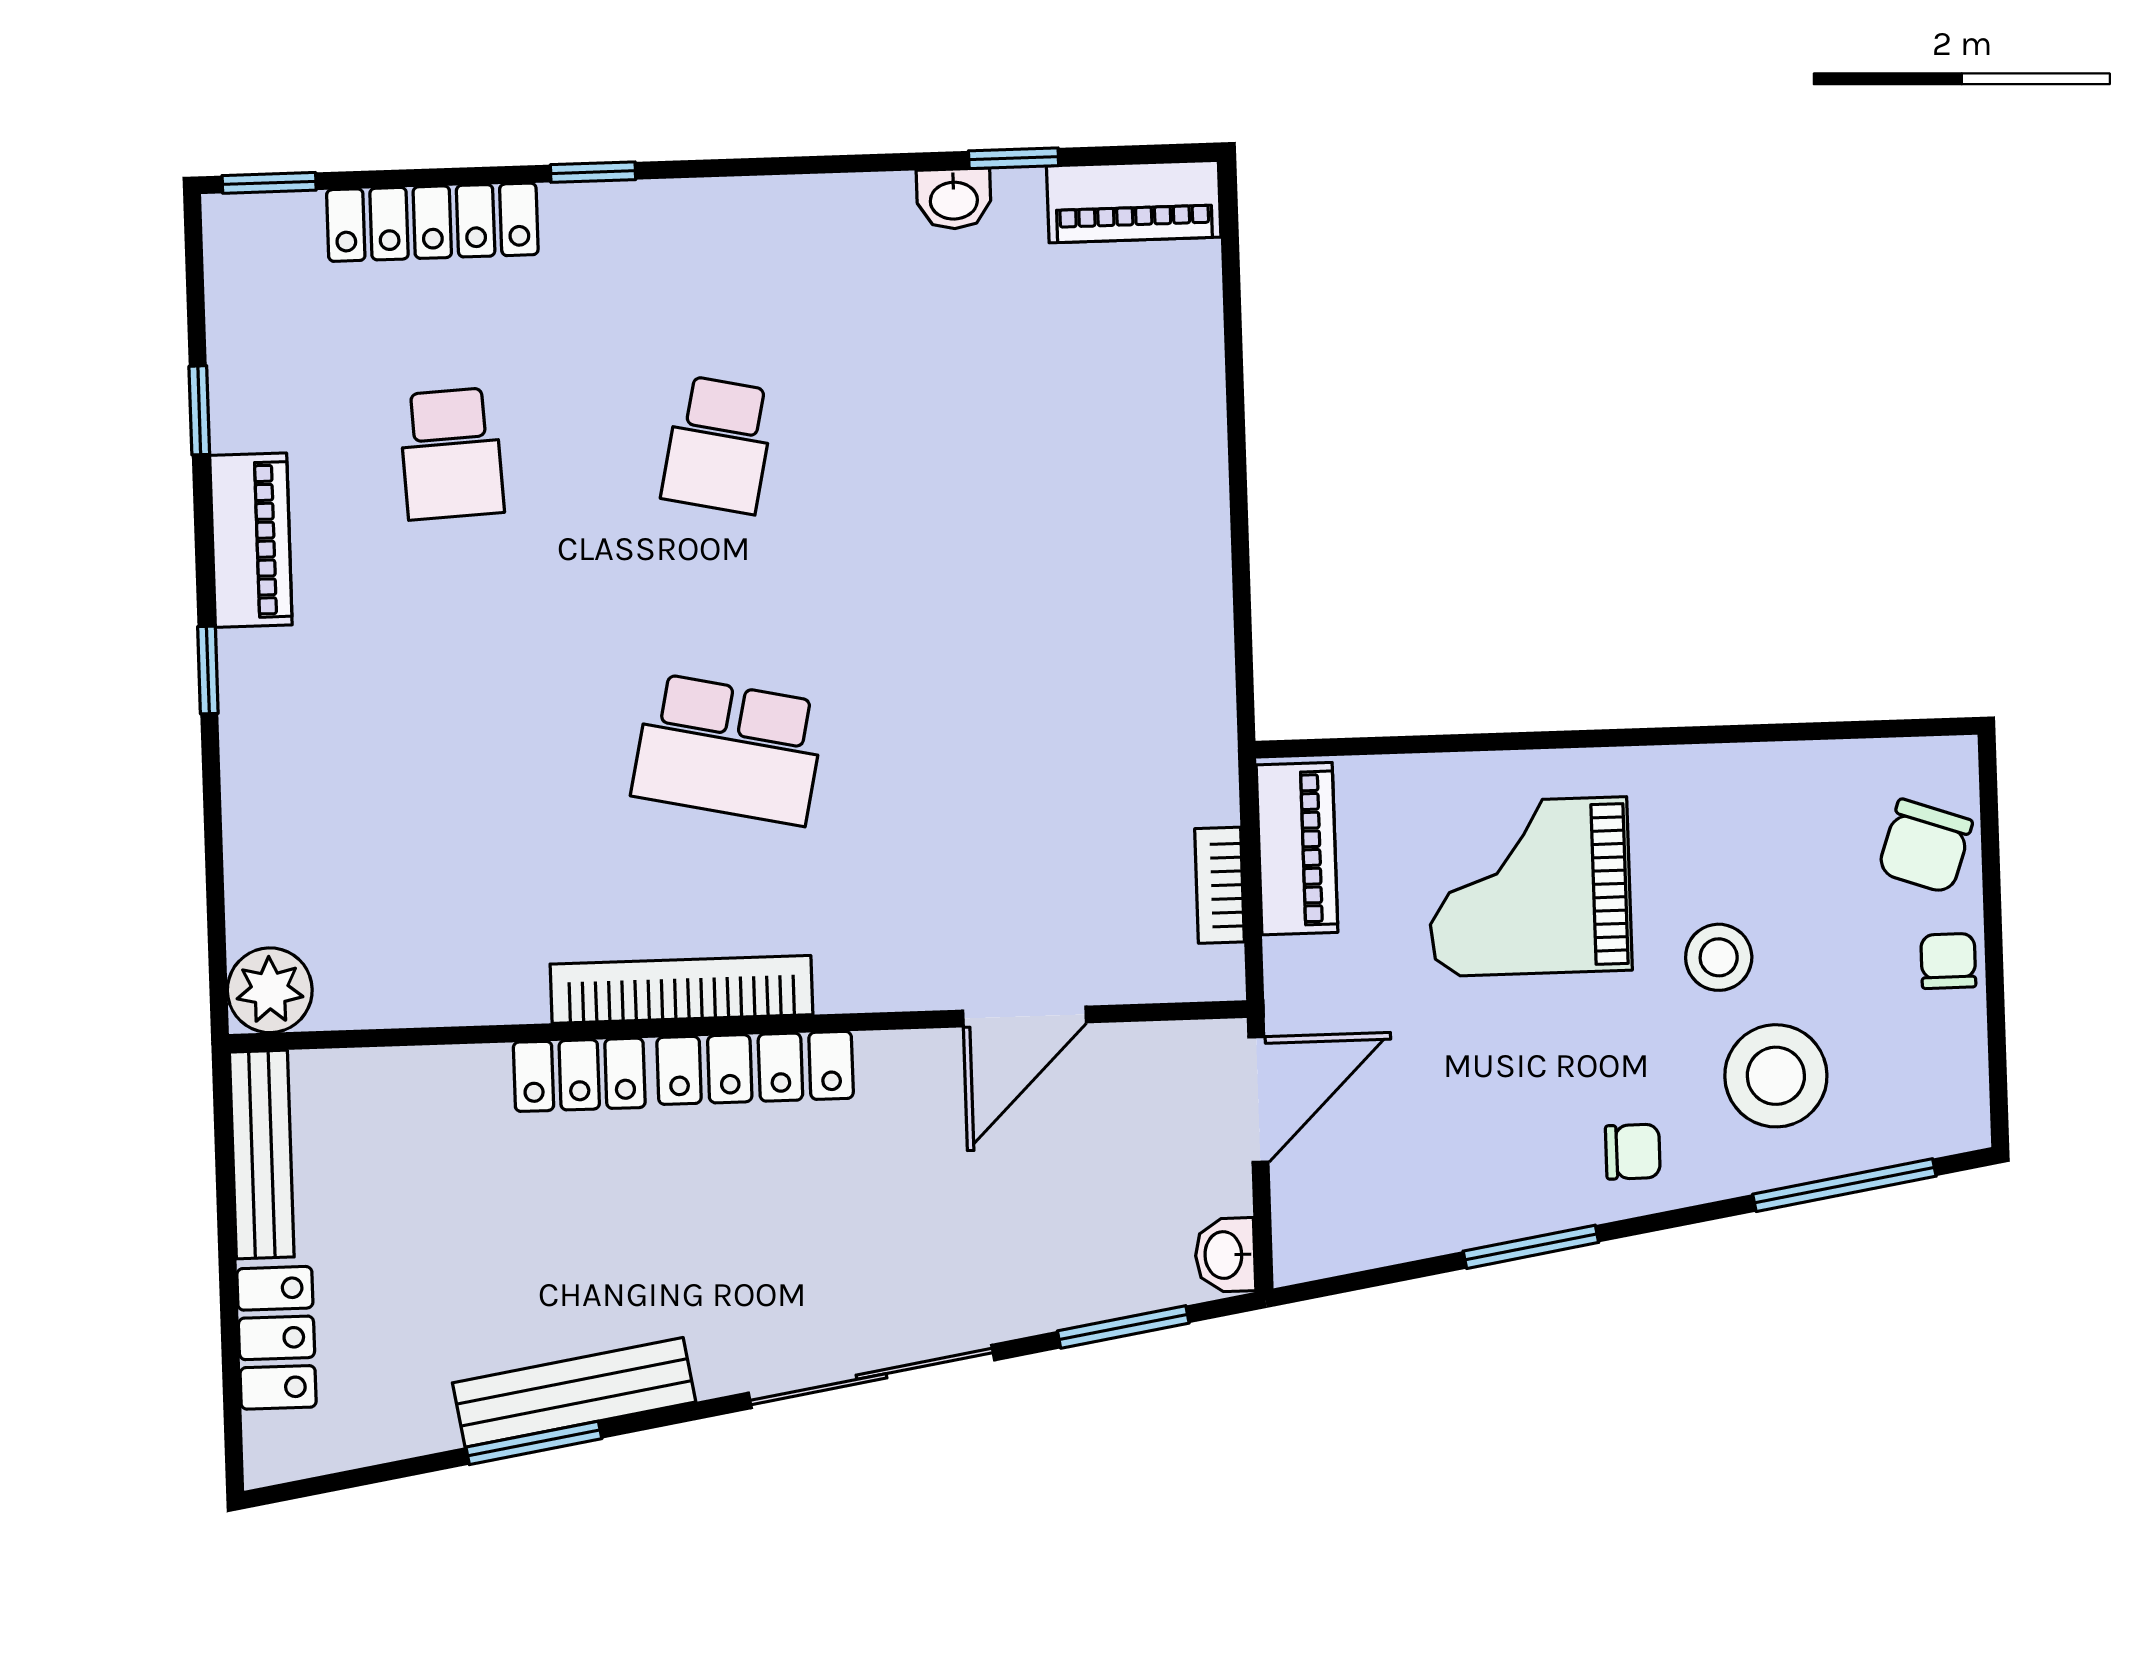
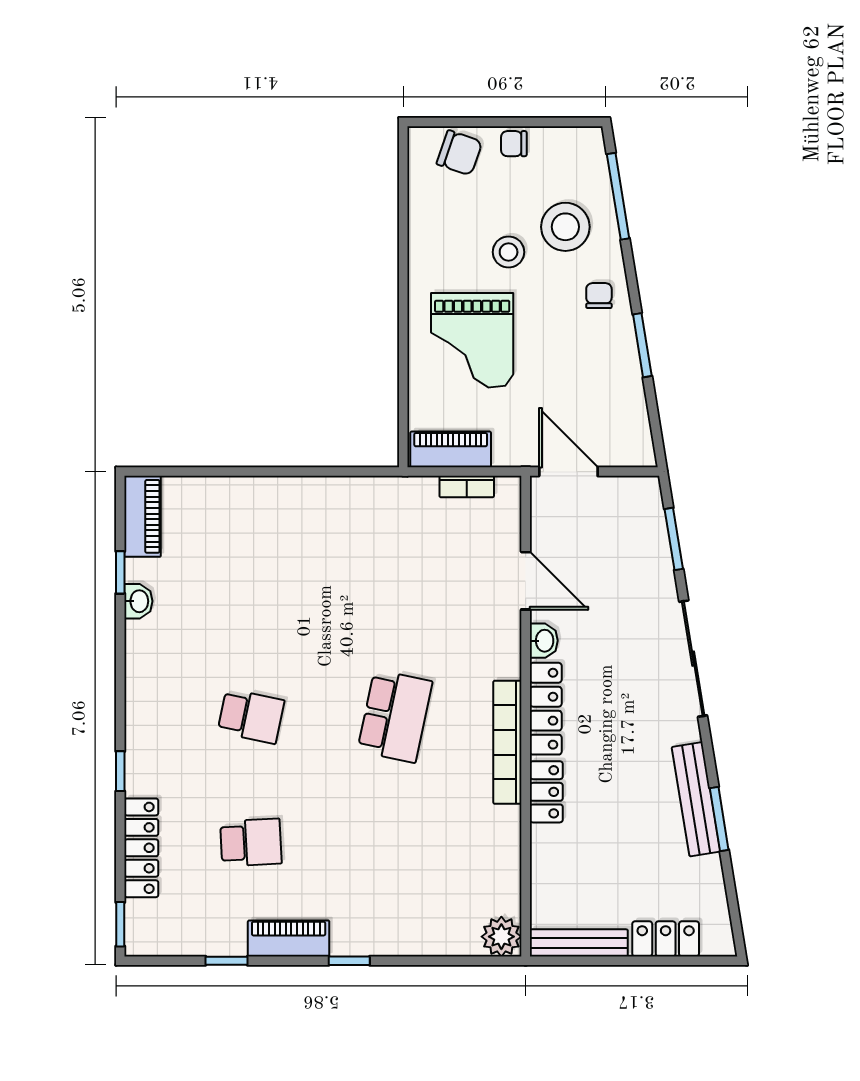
washbasin: (1225, 1255) -> (544, 641), moved, turned -90

